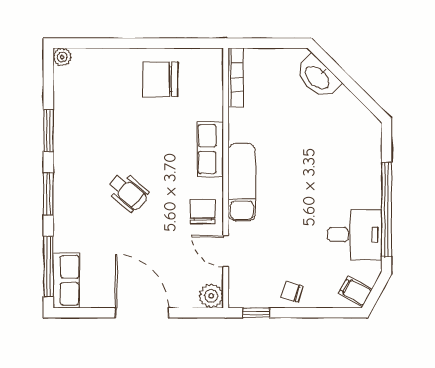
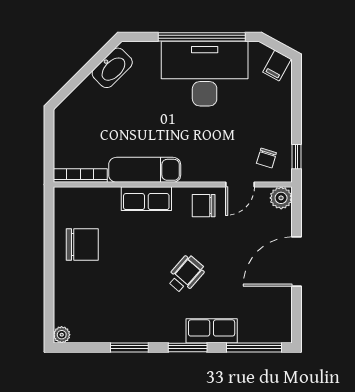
washbasin: (318, 77) -> (112, 68), moved
chair: (160, 79) -> (82, 245), turned -90
exam couch: (242, 182) -> (145, 170), moved
desk: (355, 235) -> (205, 74), width x1.87, depth x1.30
row of seats: (66, 280) -> (212, 331), moved
chair: (292, 292) -> (266, 158), moved

